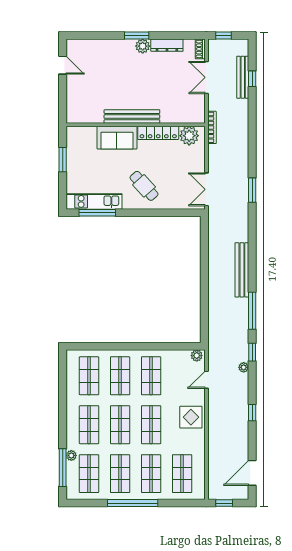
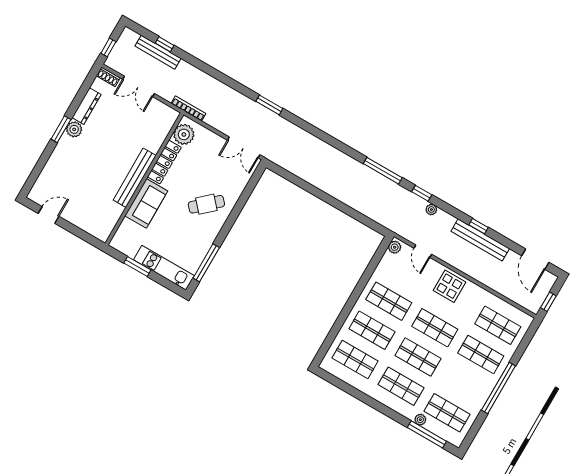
kitchen unit: (94, 201) -> (164, 268), moved, turned 90
bench: (242, 270) -> (480, 240), moved
shop shelf: (120, 474) -> (464, 384), removed

